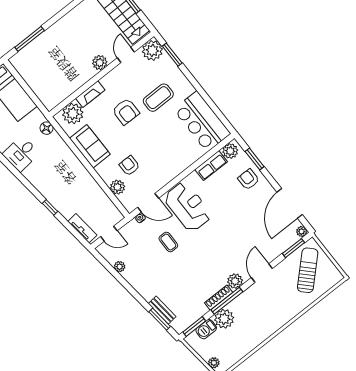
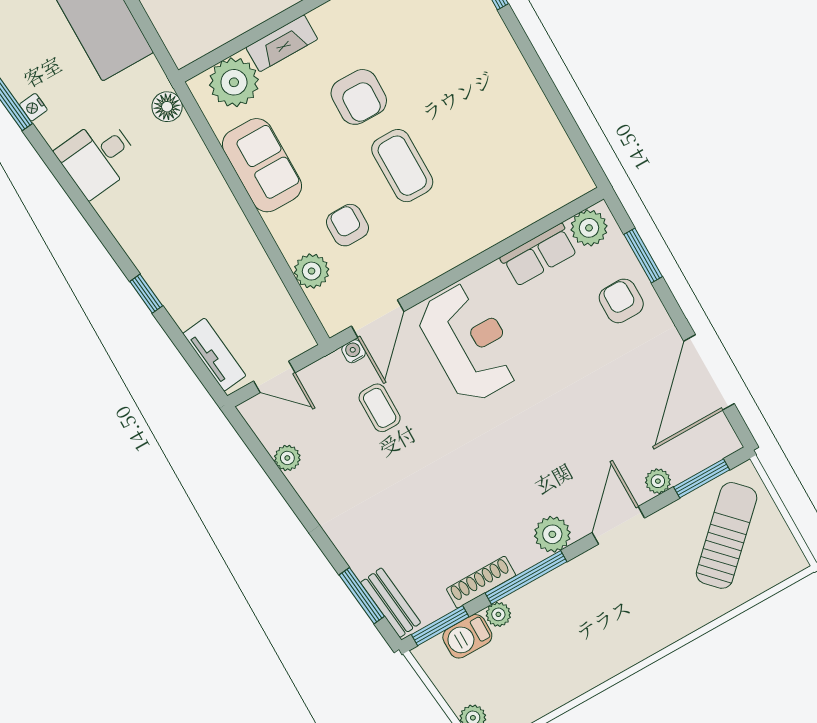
coffee table: (158, 98) -> (402, 166), moved, turned 90
bar counter: (202, 121) -> (534, 148), removed
door: (148, 203) -> (378, 319), hinge flipped
plant: (302, 231) -> (658, 481), moved
coffee table: (168, 242) -> (380, 408), moved
shoe rack: (219, 298) -> (481, 582), moved
bench: (162, 310) -> (391, 603), moved
plant: (224, 319) -> (498, 614), width x0.53, depth x0.53

